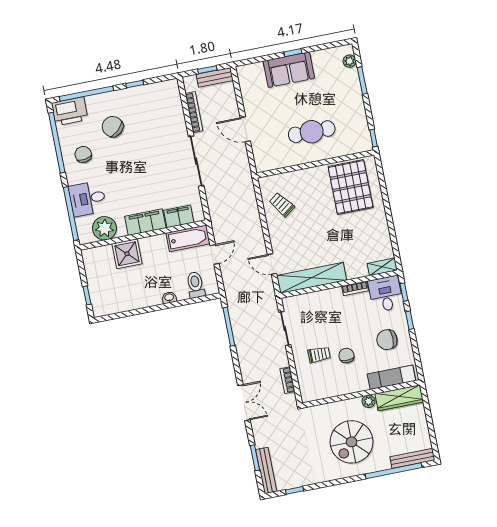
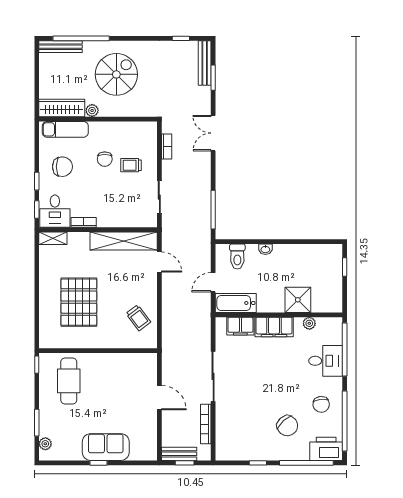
cafe table: (312, 132) -> (69, 381), moved, turned 90
pallet: (351, 187) -> (79, 302), moved
plant: (105, 228) -> (309, 323), width x0.53, depth x0.53

